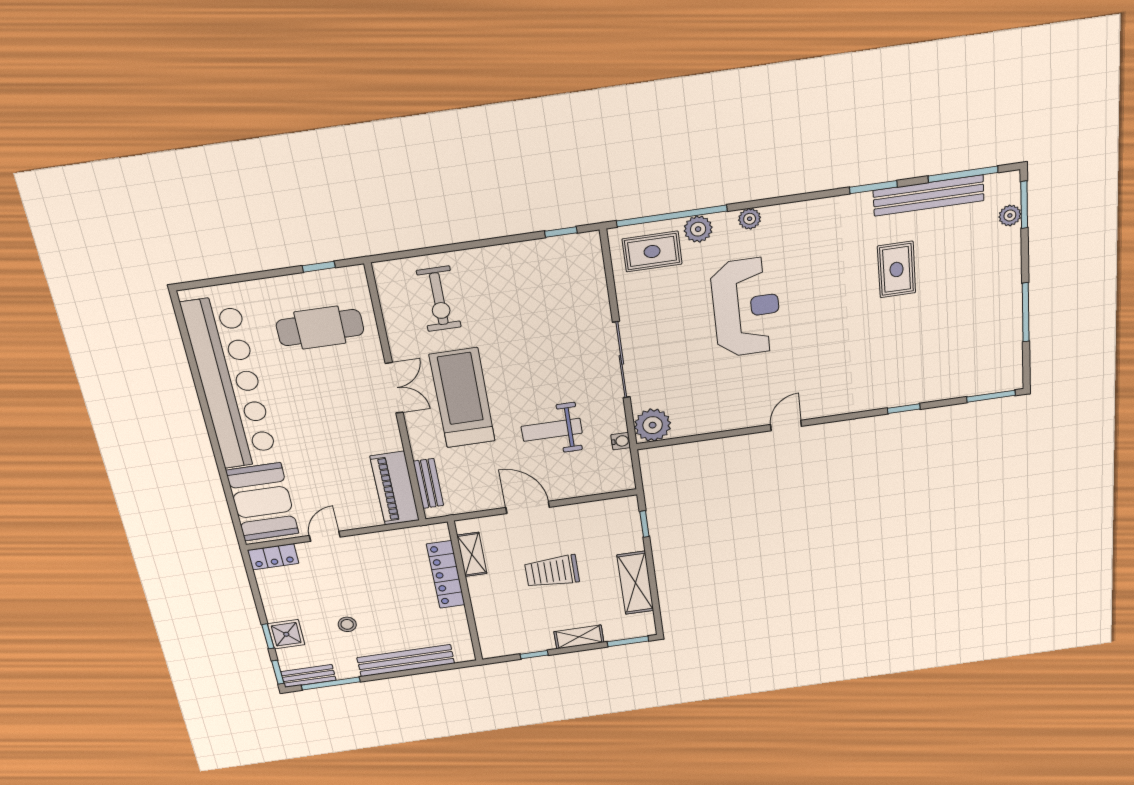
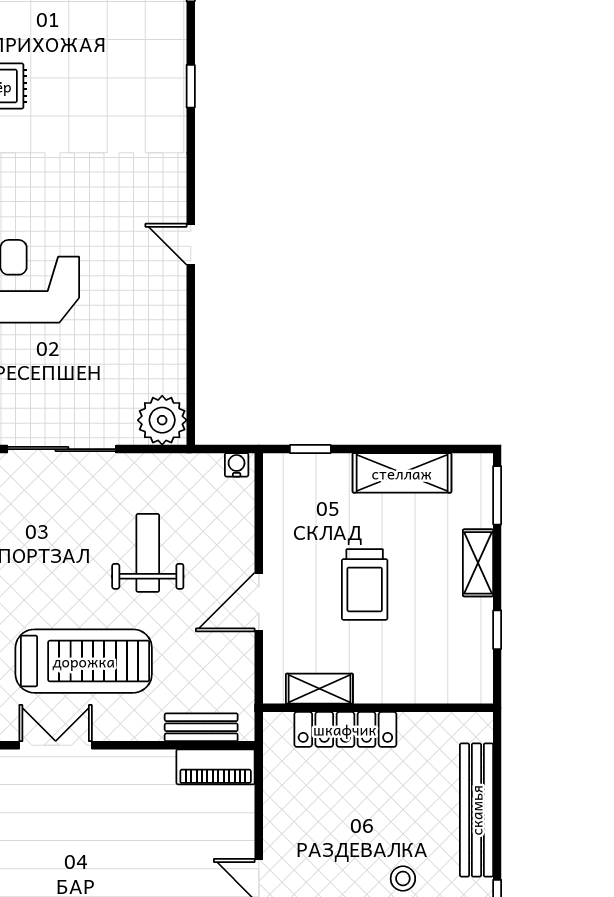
treadmill: (462, 398) -> (84, 661), turned 180
weight bench: (552, 430) -> (148, 553), turned 180
water cooler: (621, 441) -> (237, 465), moved
piano: (395, 488) -> (216, 767), width x0.73, depth x0.75

